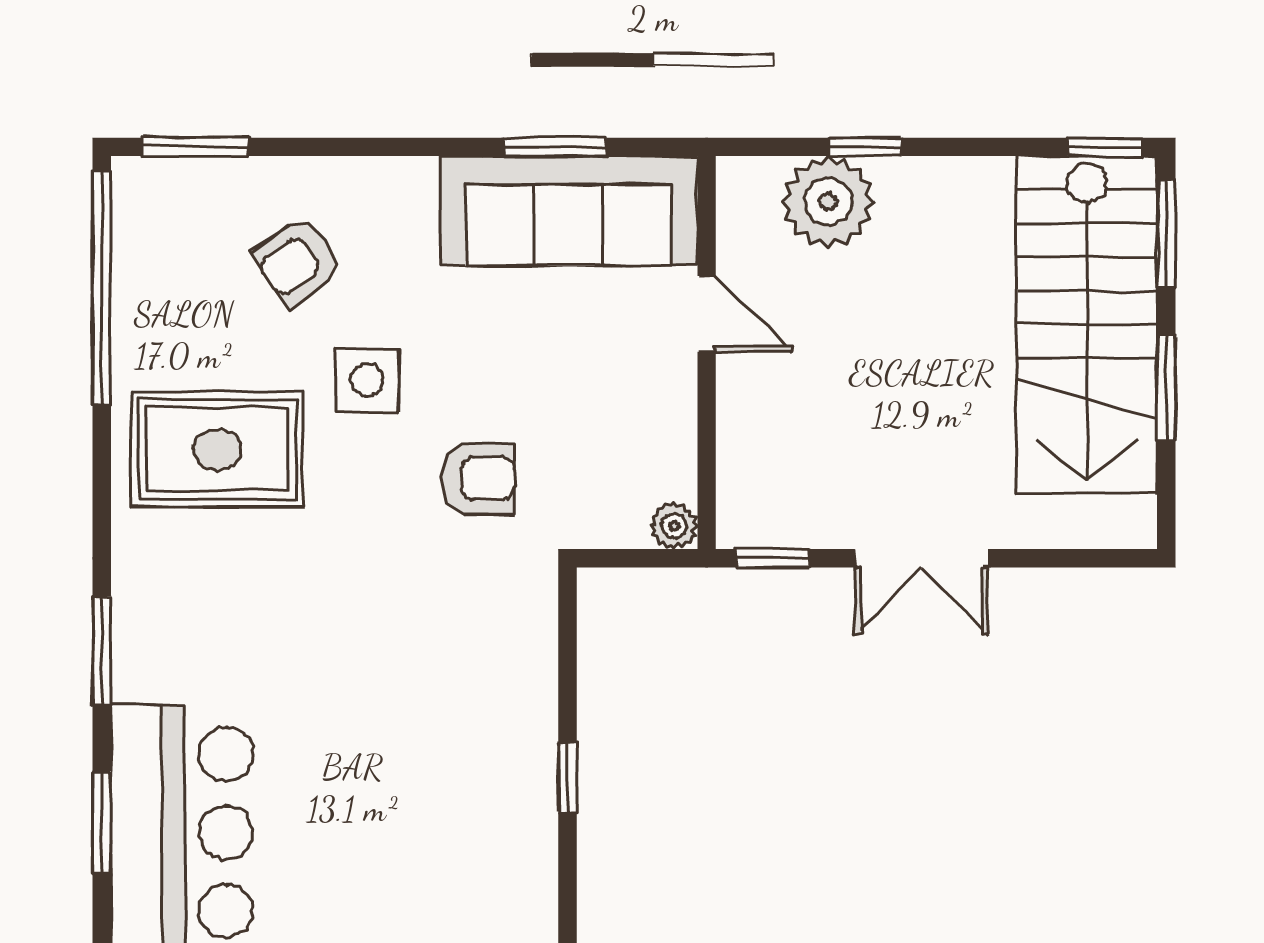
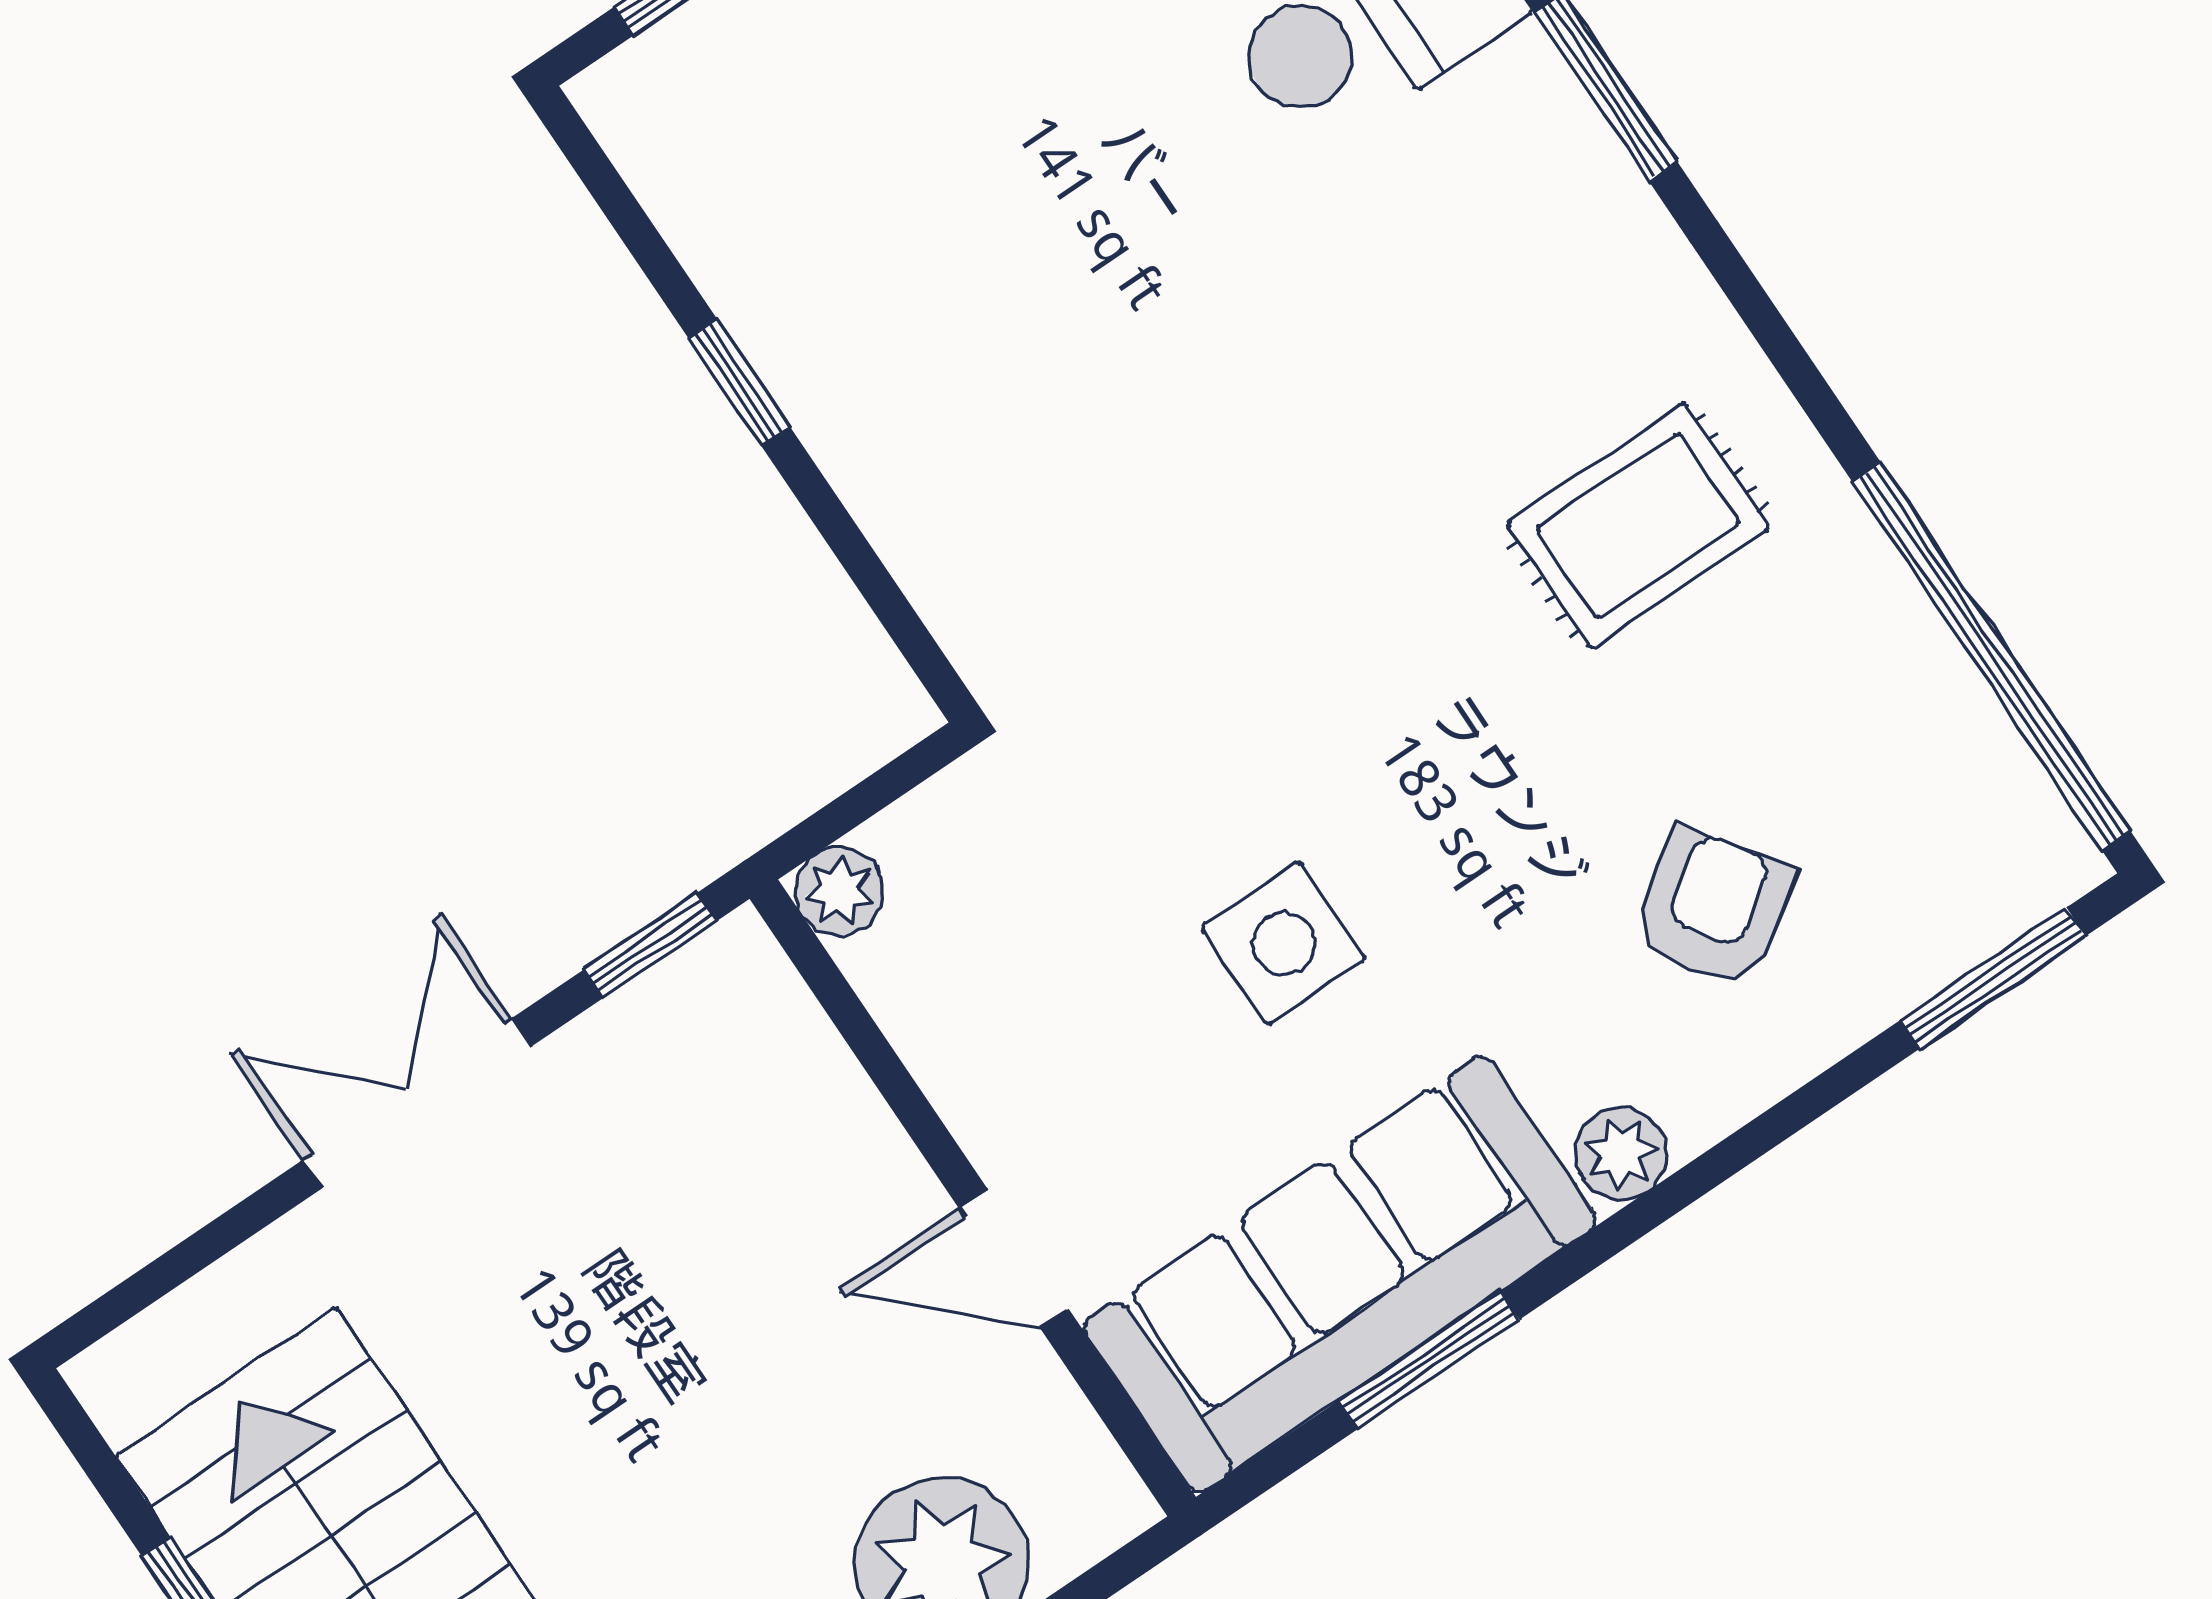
plant: (411, 180) -> (1621, 1154), added
side table: (367, 380) -> (1284, 943), moved
rug: (217, 449) -> (1638, 526), width x0.73, depth x0.70
armchair: (478, 479) -> (1198, 757), removed

